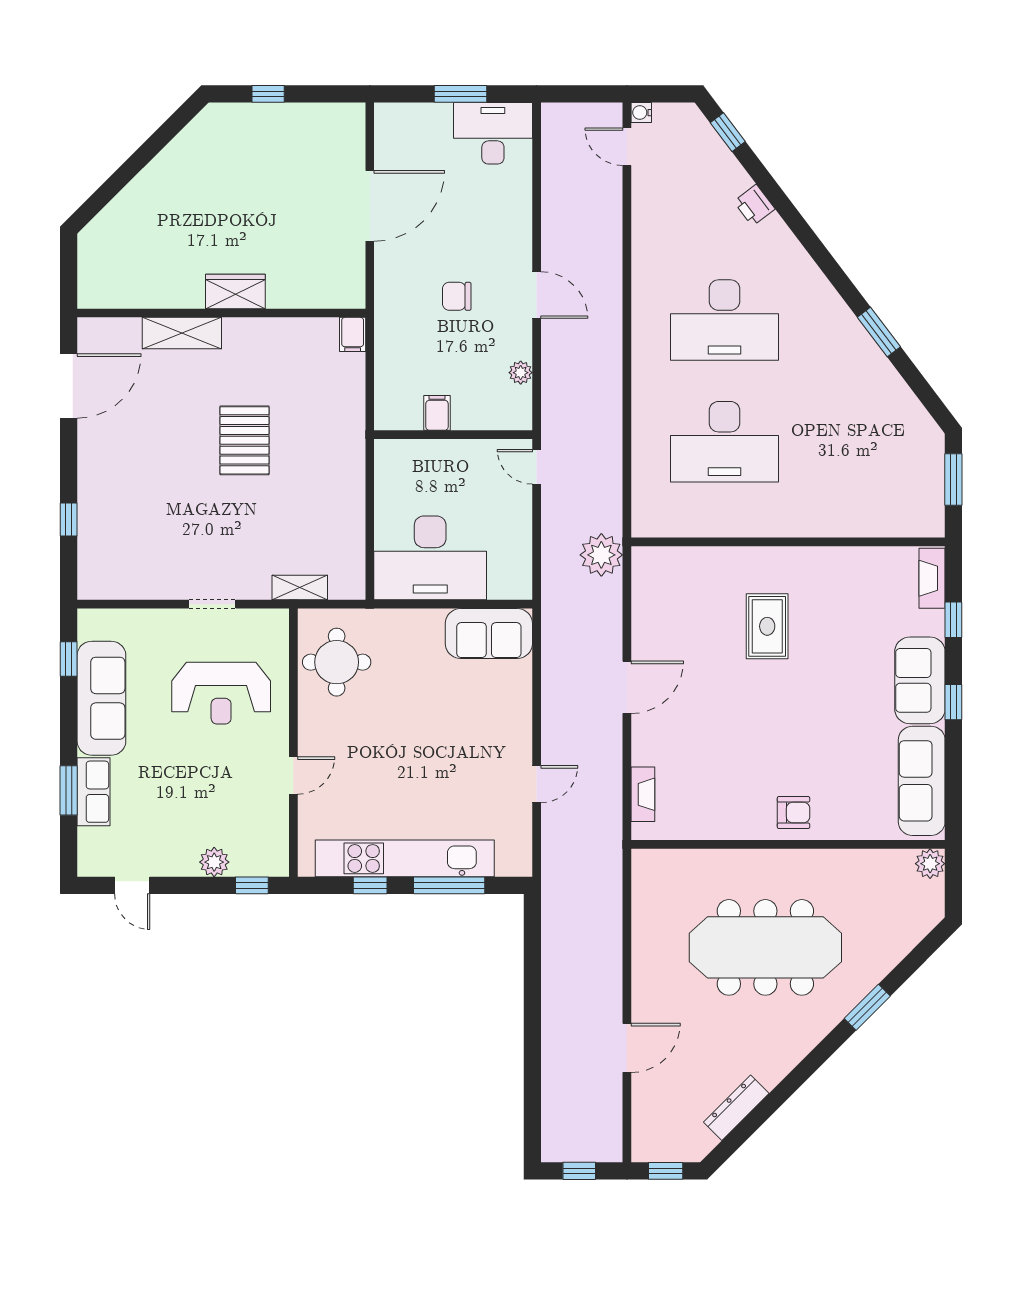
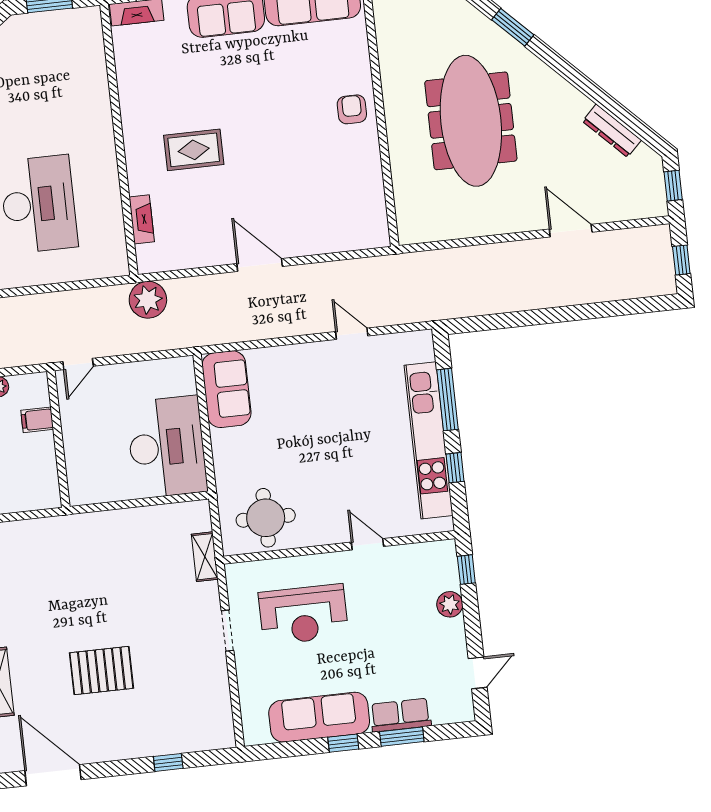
filing cabinet: (437, 413) -> (37, 420), moved
pallet: (245, 440) -> (101, 671), moved
window: (69, 659) -> (343, 743), moved
reception desk: (221, 693) -> (303, 615), turned 90
fireplace: (643, 794) -> (142, 219), moved, turned 90

